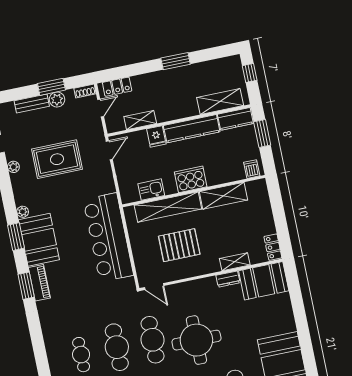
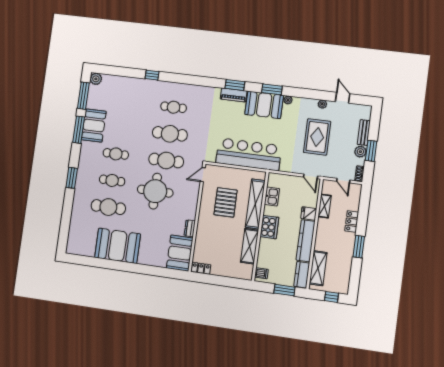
locker: (117, 87) -> (352, 221), moved
shelving: (235, 262) -> (200, 237), removed

